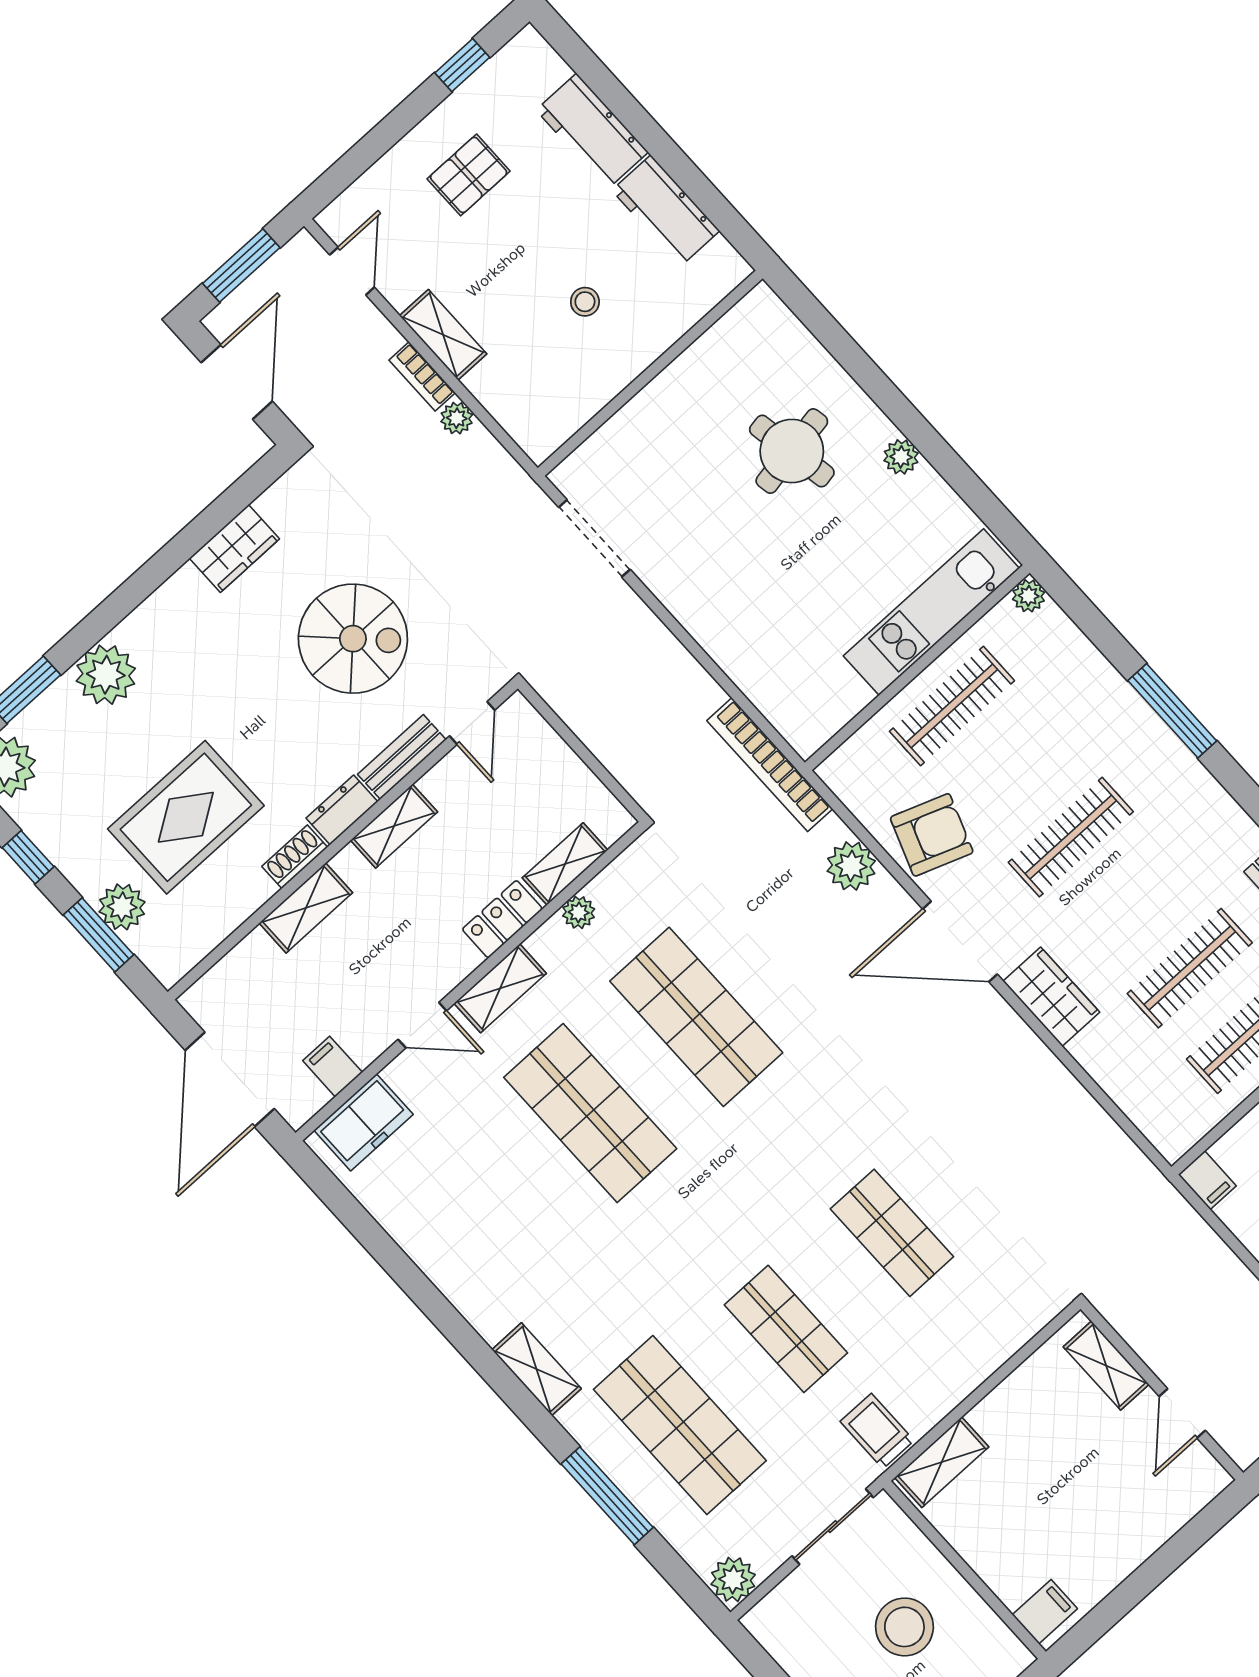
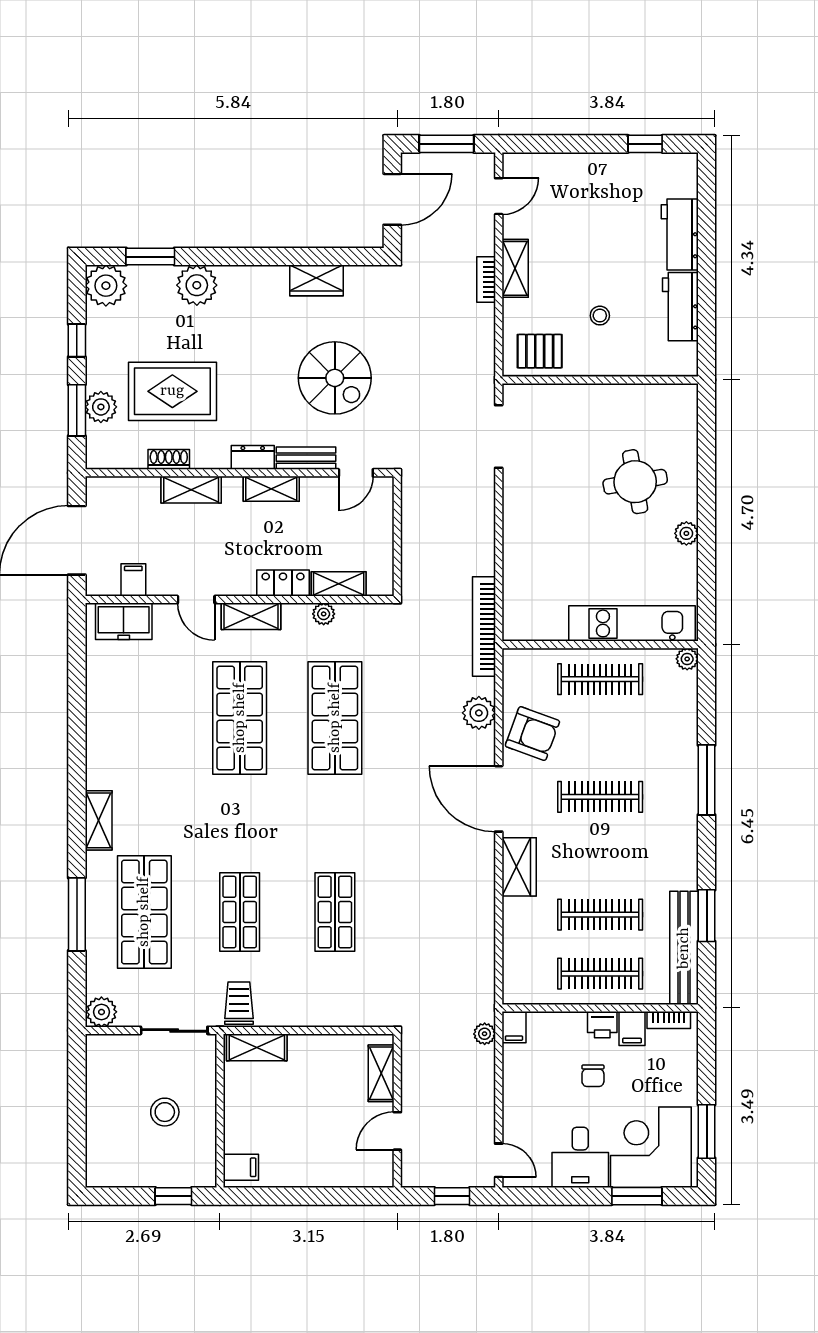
pallet: (469, 175) -> (540, 351), moved
plant: (457, 418) -> (485, 1034), moved
shoe rack: (295, 857) -> (169, 459), moved
stool: (904, 1627) -> (165, 1112), width x0.73, depth x0.73

